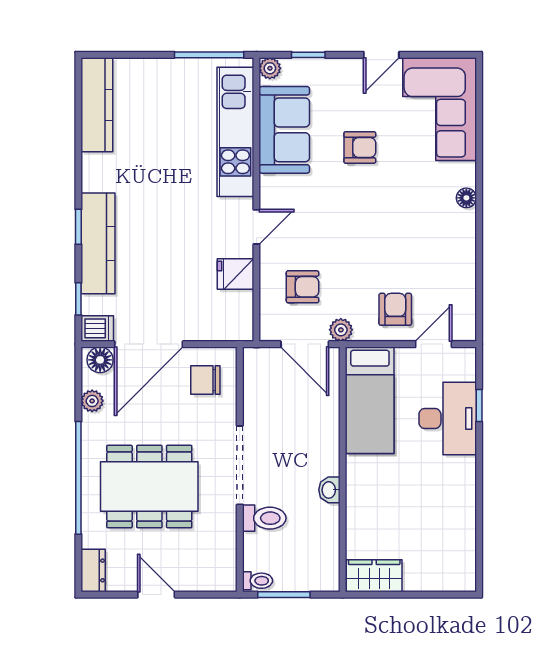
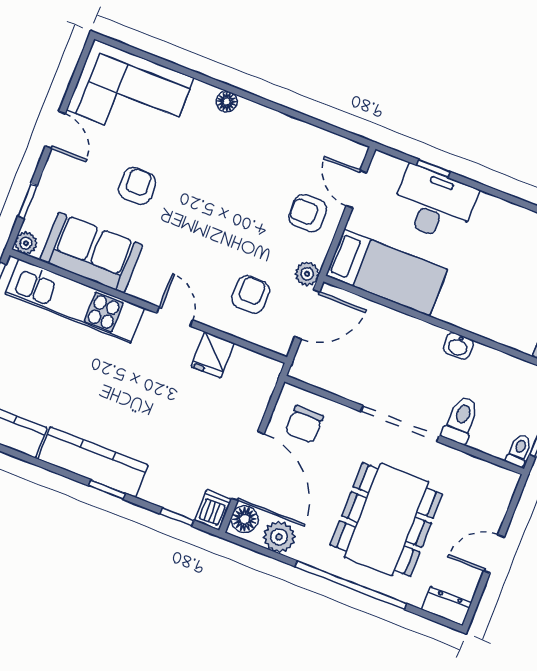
kitchen counter: (98, 243) -> (93, 462), moved
plant: (92, 401) -> (279, 537), width x1.38, depth x1.38

